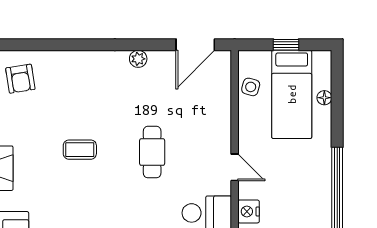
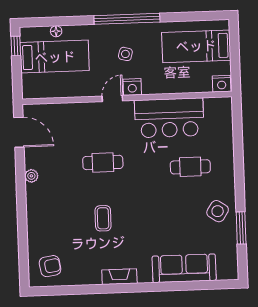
window: (286, 45) -> (16, 46), moved
side table: (251, 87) -> (125, 54), moved
nightstand: (249, 211) -> (132, 87), moved

